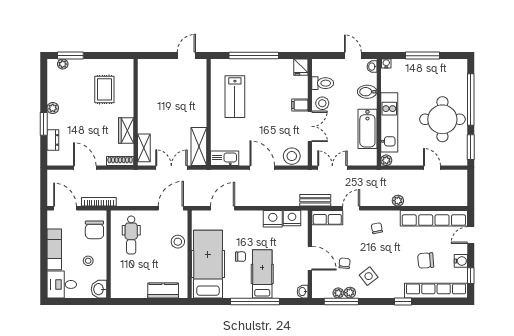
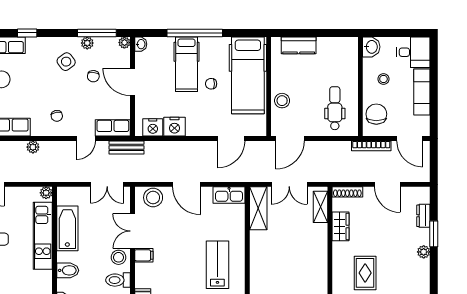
plant: (338, 293) -> (124, 43), moved

